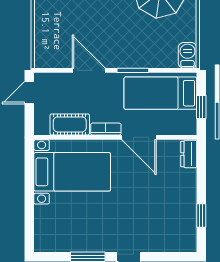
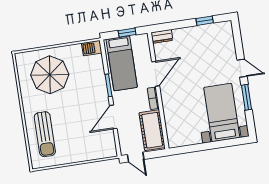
cot: (70, 124) -> (152, 130), width x1.37, depth x1.34
bed with nightstands: (72, 172) -> (222, 112), moved

